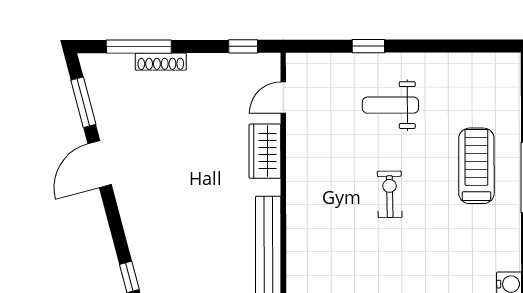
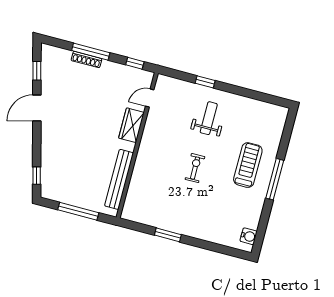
window: (139, 47) -> (91, 52), moved
window: (83, 102) -> (37, 71), width x0.67
weight bench: (390, 105) -> (209, 118), turned 90

